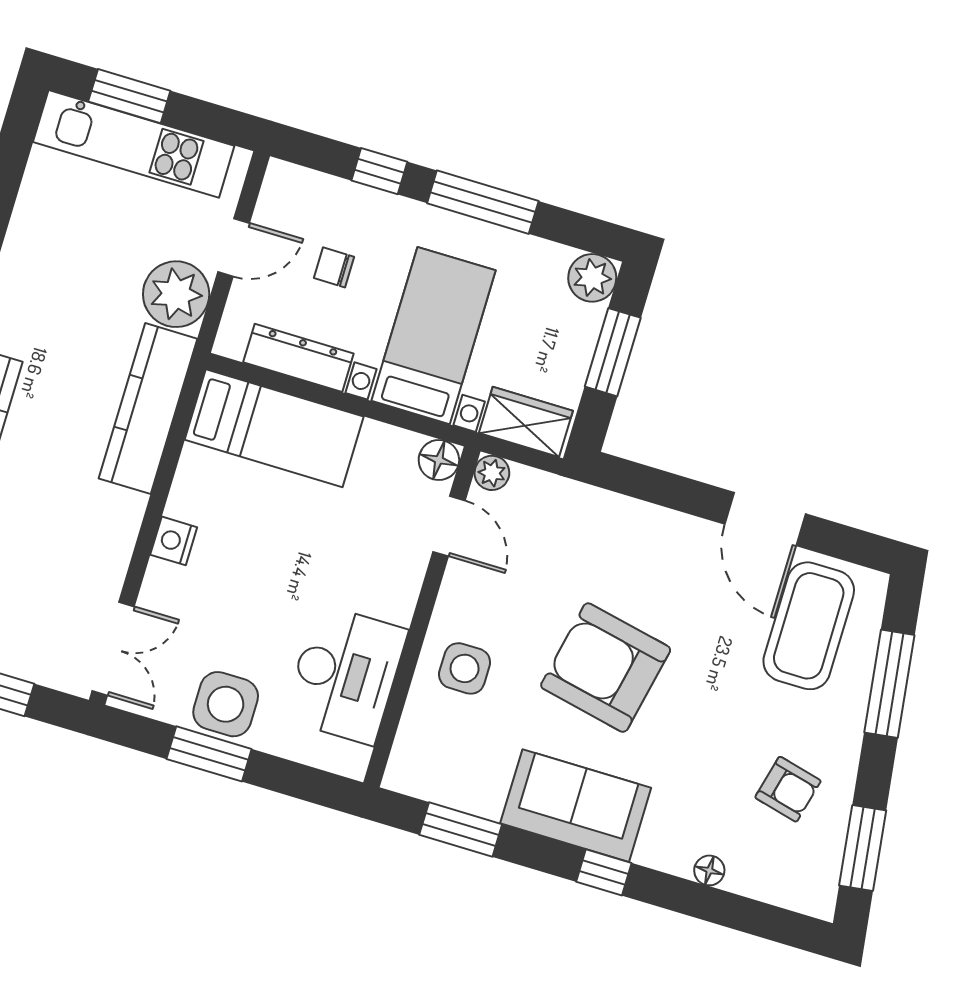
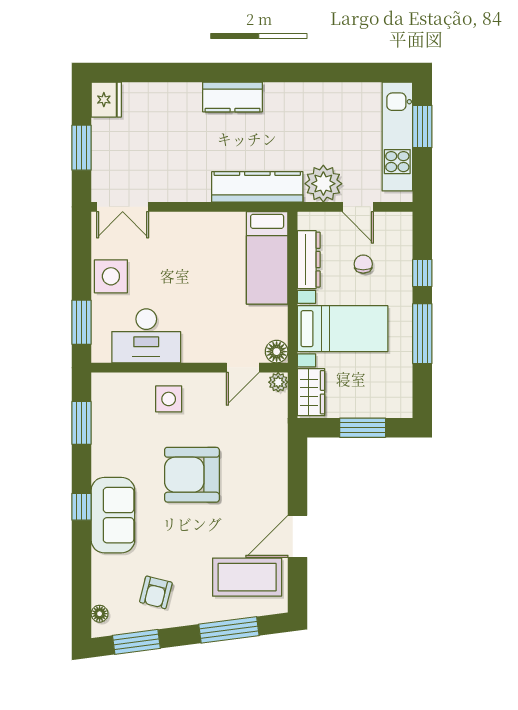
plant: (592, 278) -> (399, 405), removed
nightstand: (174, 541) -> (190, 222), removed
armchair: (606, 668) -> (192, 475), turned -102
window: (209, 754) -> (82, 322), moved
sofa: (576, 806) -> (113, 515), moved
floor lamp: (709, 870) -> (100, 614), moved

